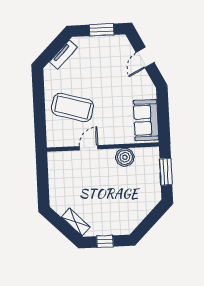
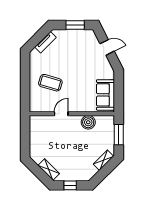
door: (145, 57) -> (107, 47), swing flipped
coffee table: (73, 107) -> (50, 83), width x0.73, depth x0.76
shelving: (147, 206) -> (103, 160), added

